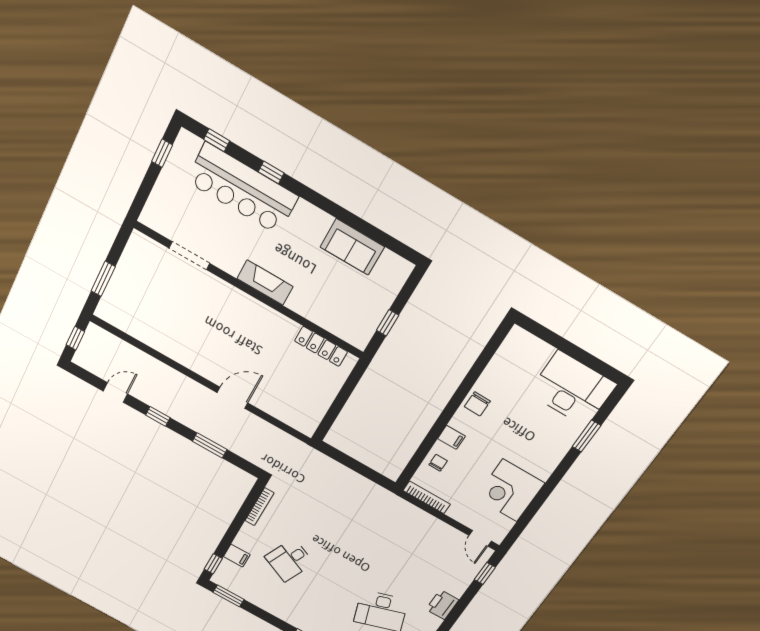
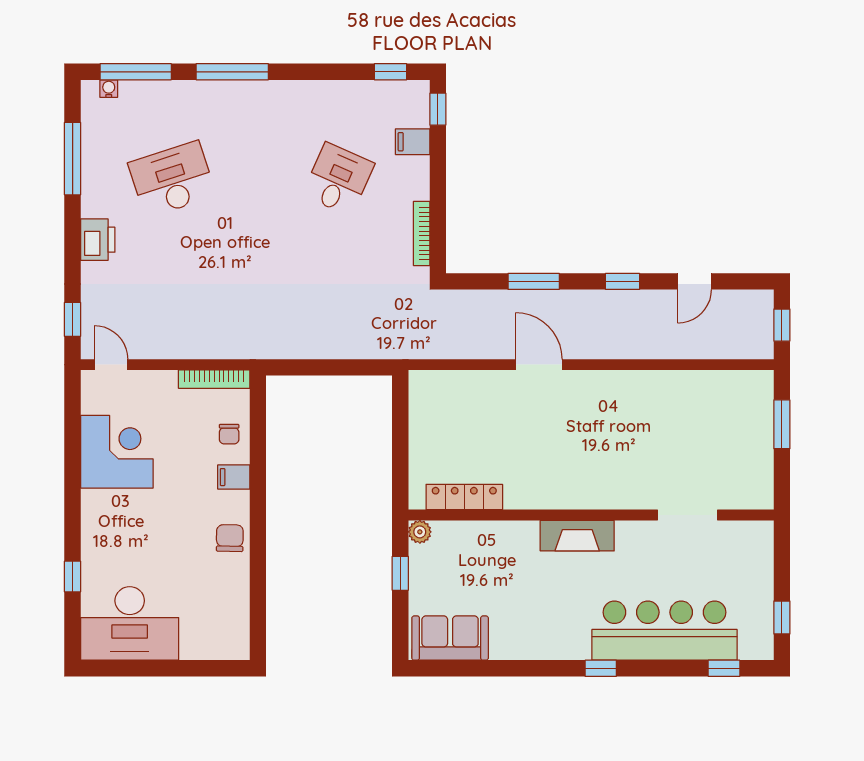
window: (271, 172) -> (601, 668), moved
sofa: (352, 247) -> (450, 638), moved
plant: (360, 341) -> (420, 532), added
door: (232, 398) -> (539, 365), swing flipped
window: (586, 436) -> (73, 577), width x0.67
window: (228, 596) -> (391, 72), width x0.67

